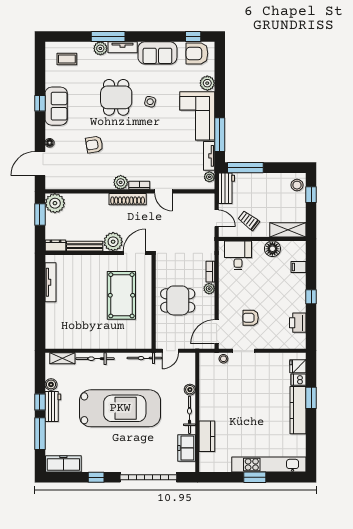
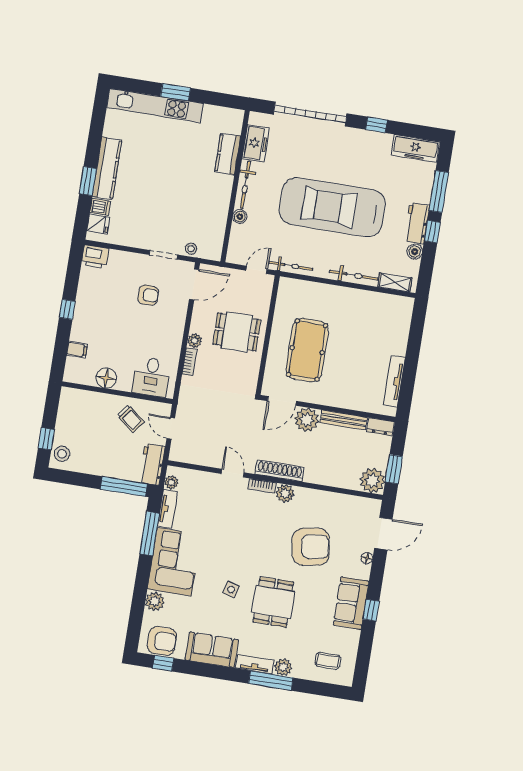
armchair: (94, 145) -> (311, 547), width x1.88, depth x1.88
shelving: (288, 230) -> (83, 399), removed
printer: (298, 323) -> (95, 257), moved, turned 90

